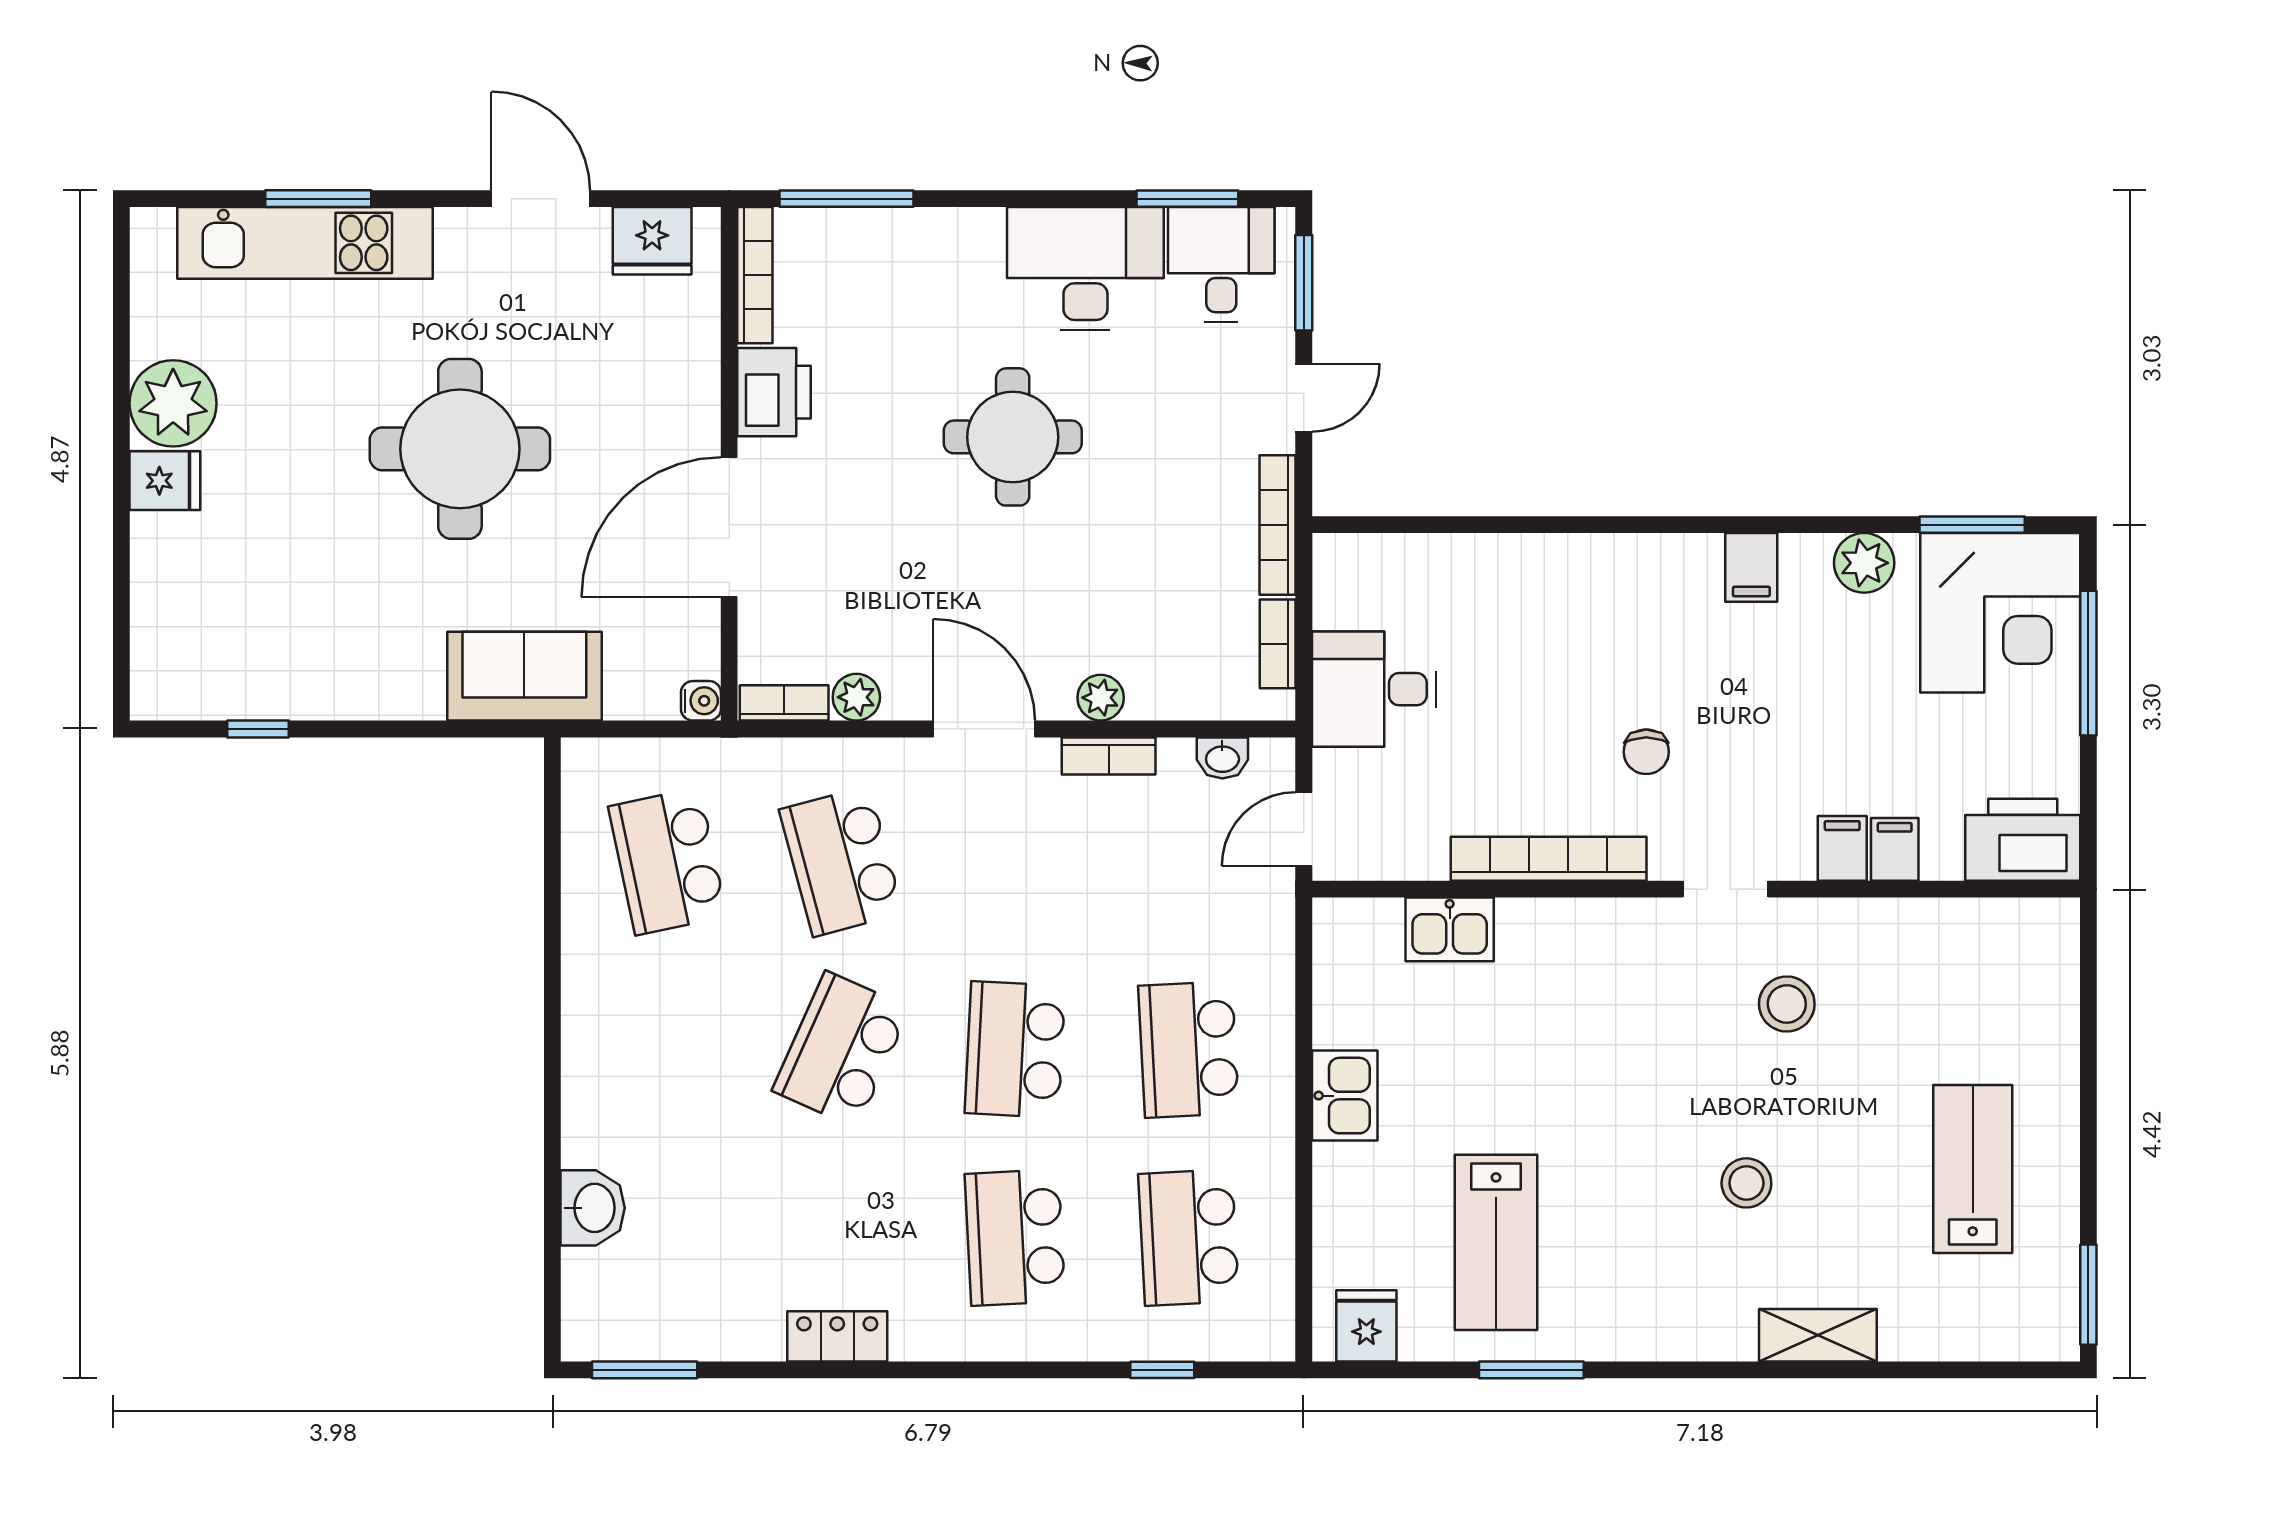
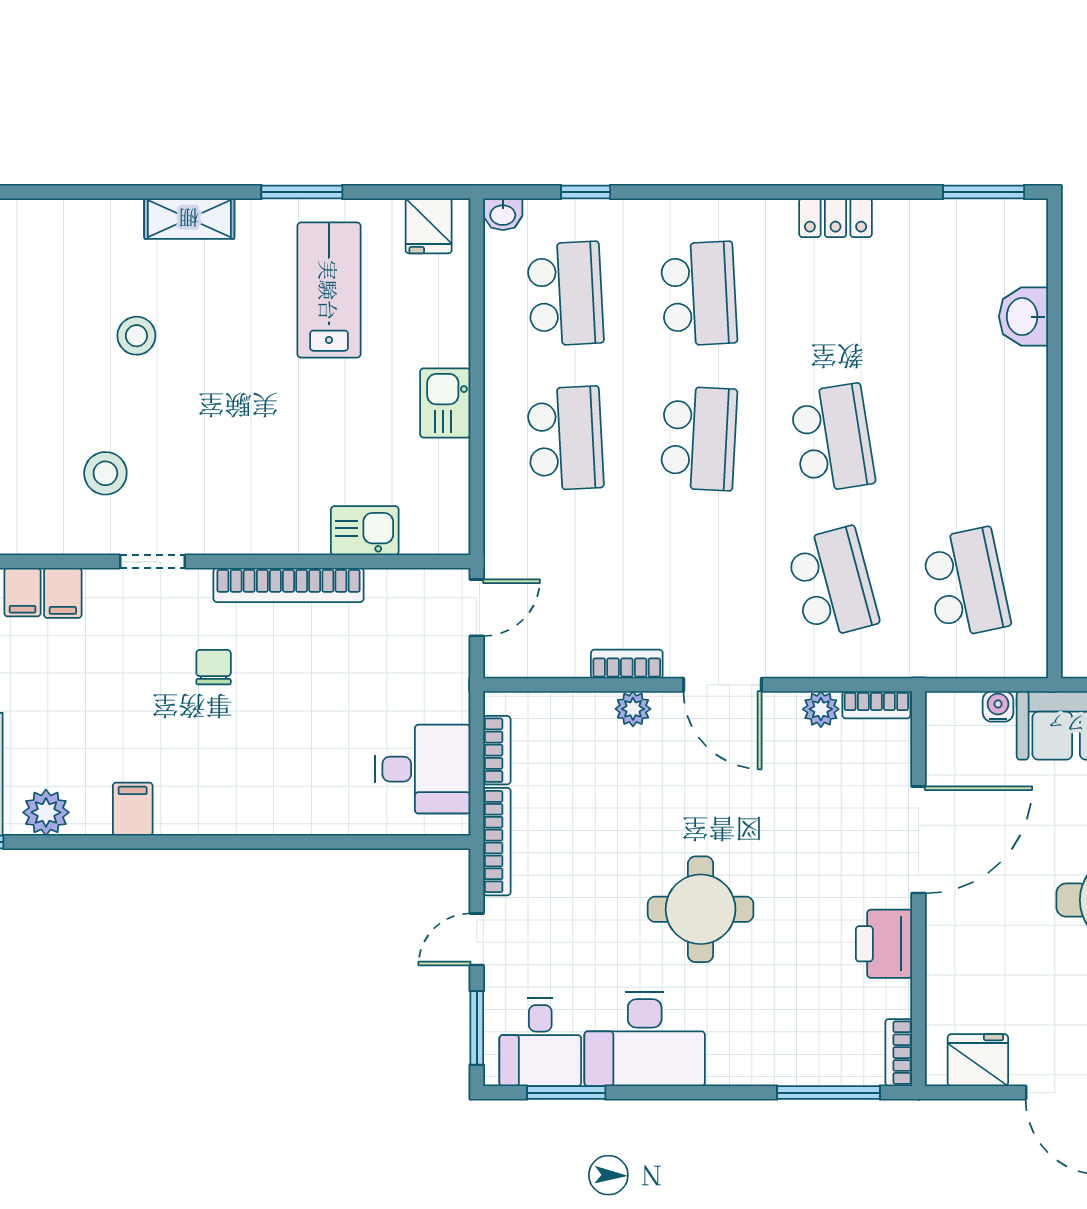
bookcase: (755, 275) -> (899, 1053), width x0.64
desk: (1374, 689) -> (423, 769), moved
water cooler: (701, 701) -> (998, 706), moved, turned 90
washbasin: (1222, 758) -> (503, 214), moved, turned 180
school desk: (841, 1049) -> (832, 438), turned -33
shelving: (1818, 1335) -> (189, 219), moved

